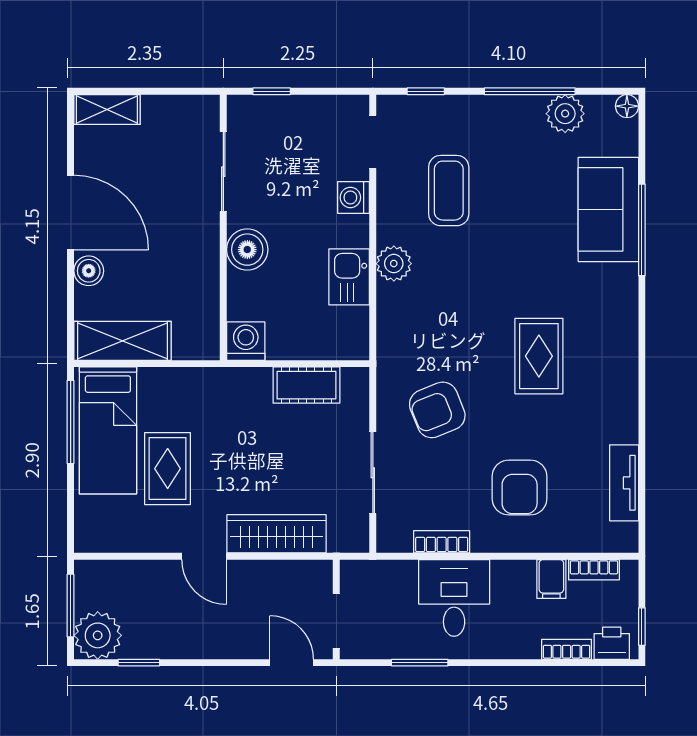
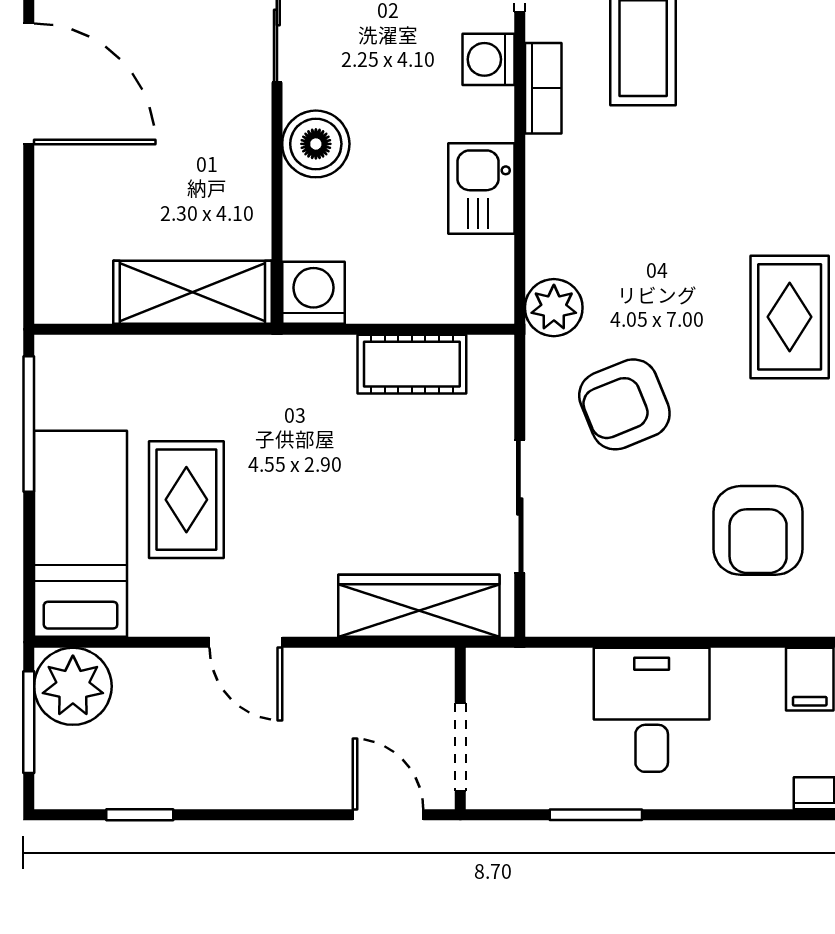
plant: (394, 264) -> (554, 308), moved
boiler: (89, 271) -> (58, 178), removed
shelving: (123, 341) -> (192, 292), moved
bed: (108, 430) -> (81, 534), moved, turned 180
wardrobe: (276, 534) -> (419, 606), moved
bookcase: (442, 542) -> (543, 88), moved, turned 90
plant: (98, 635) -> (73, 686), moved

